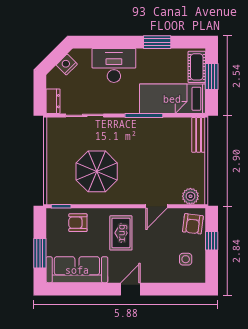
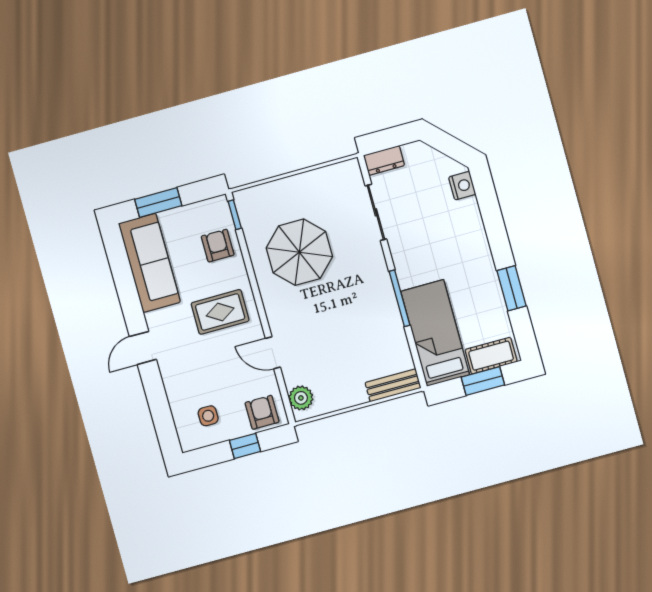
nightstand: (67, 65) -> (462, 186), moved, turned 45
desk: (114, 65) -> (460, 235), removed
armchair: (193, 224) -> (262, 412), turned 83
door: (130, 289) -> (143, 348), swing flipped

